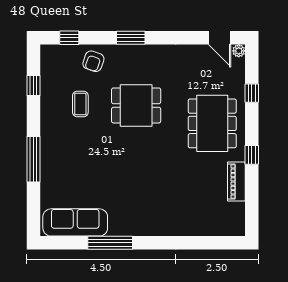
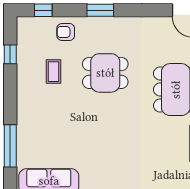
armchair: (93, 61) -> (66, 32), turned 71
window: (34, 159) -> (10, 146), moved

